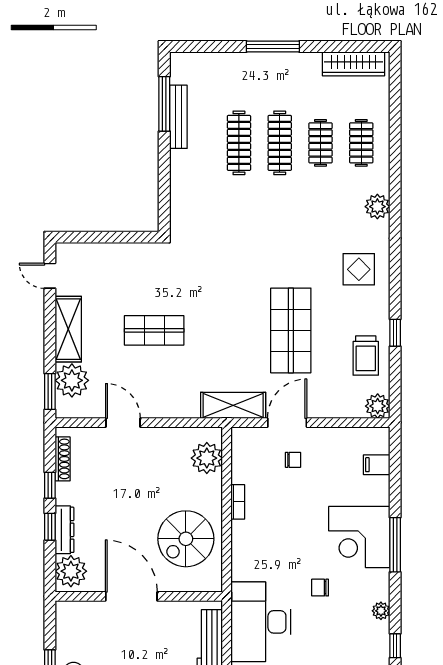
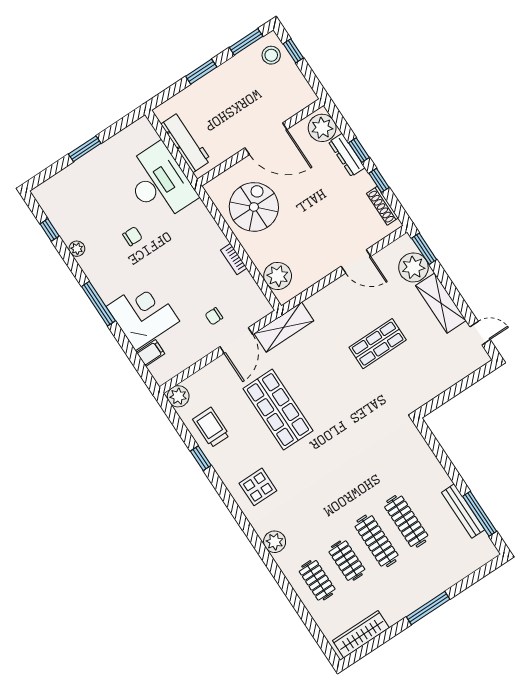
corner desk: (359, 537) -> (143, 314), moved

